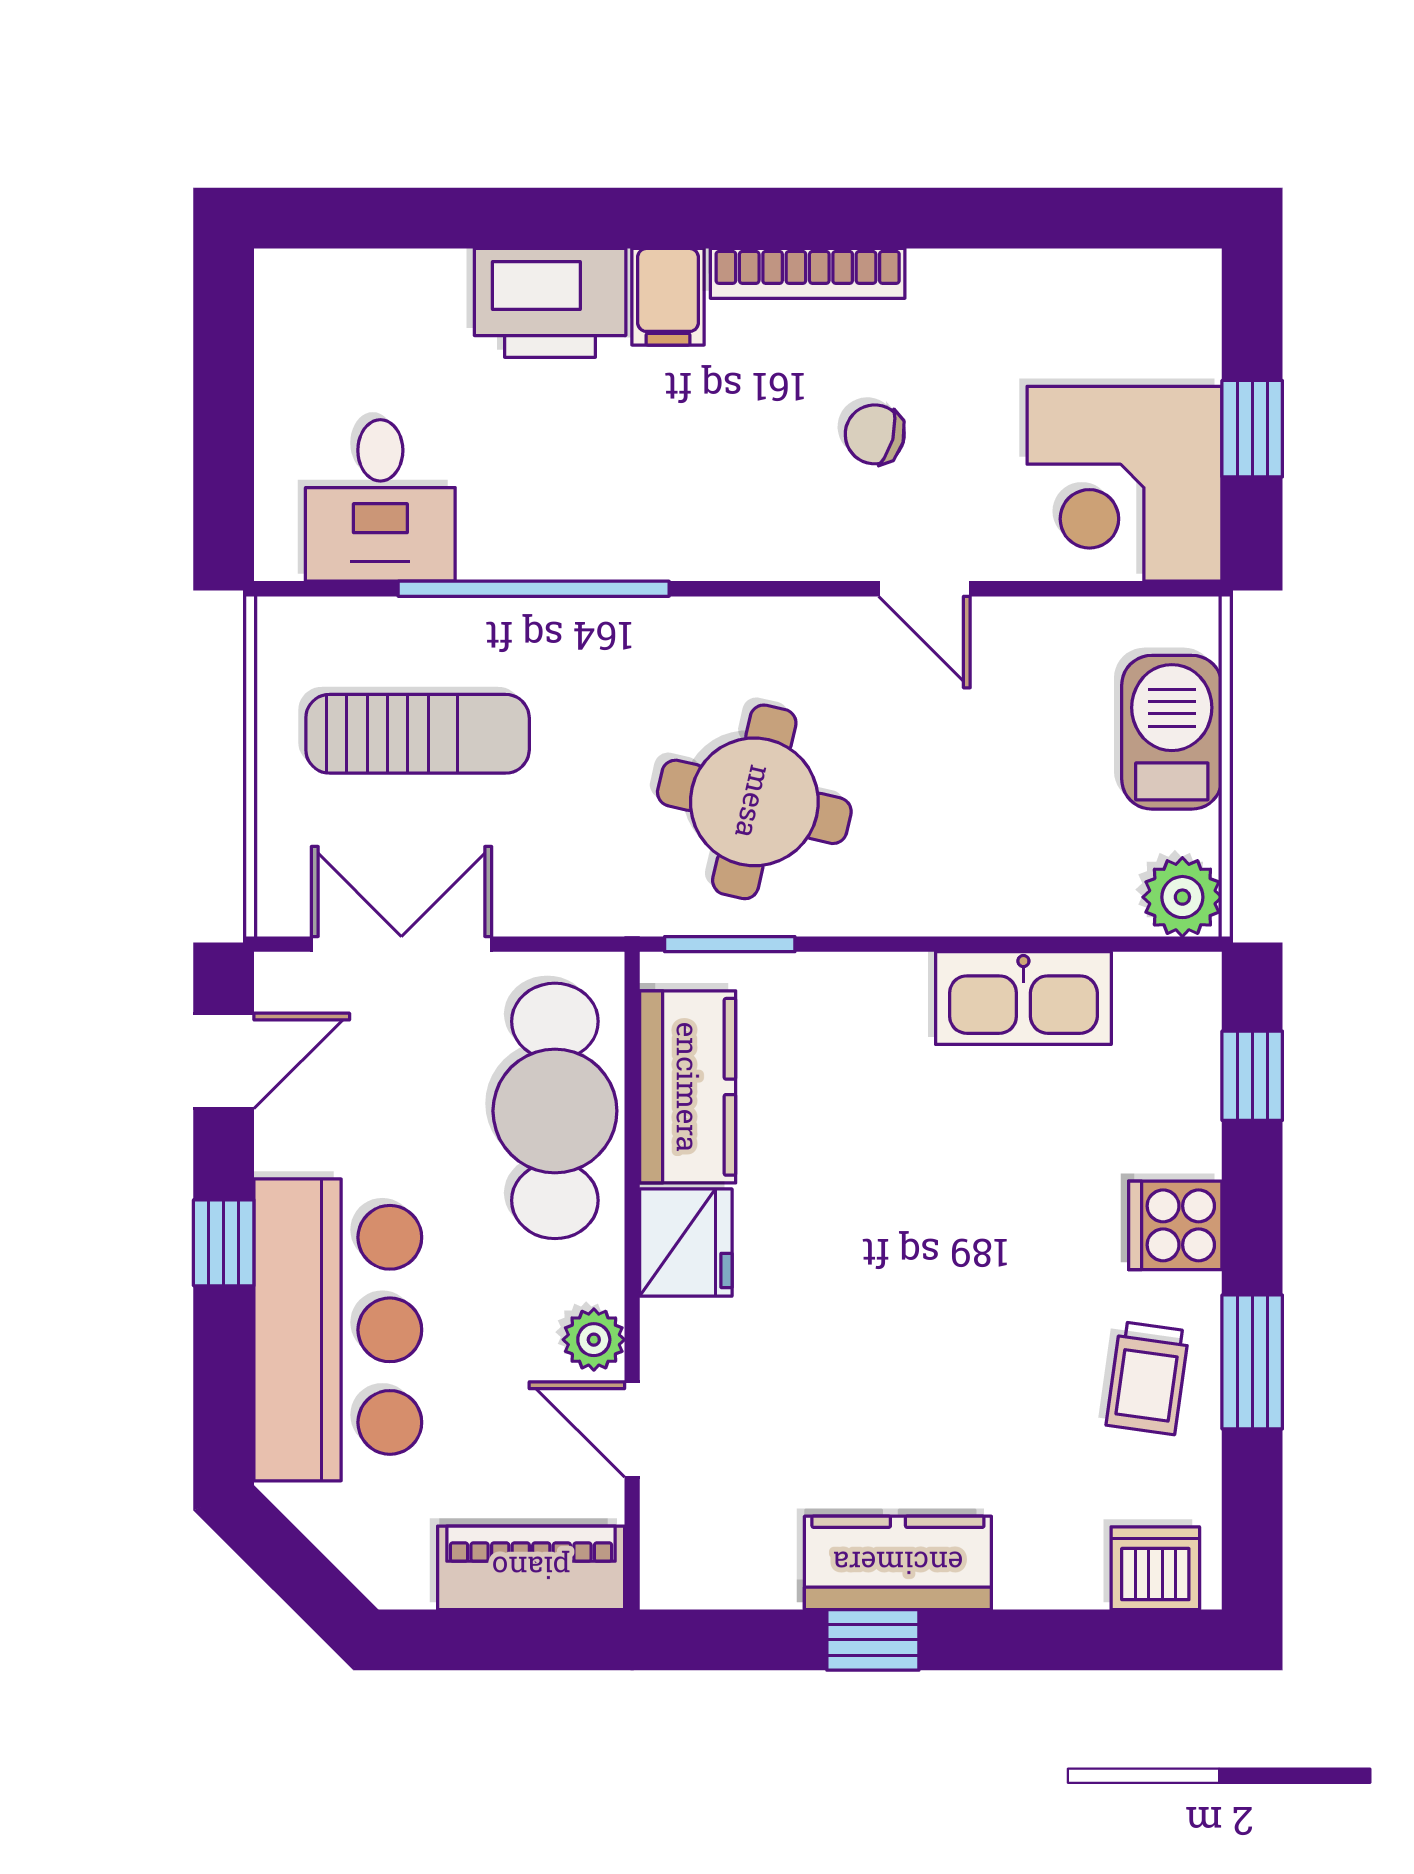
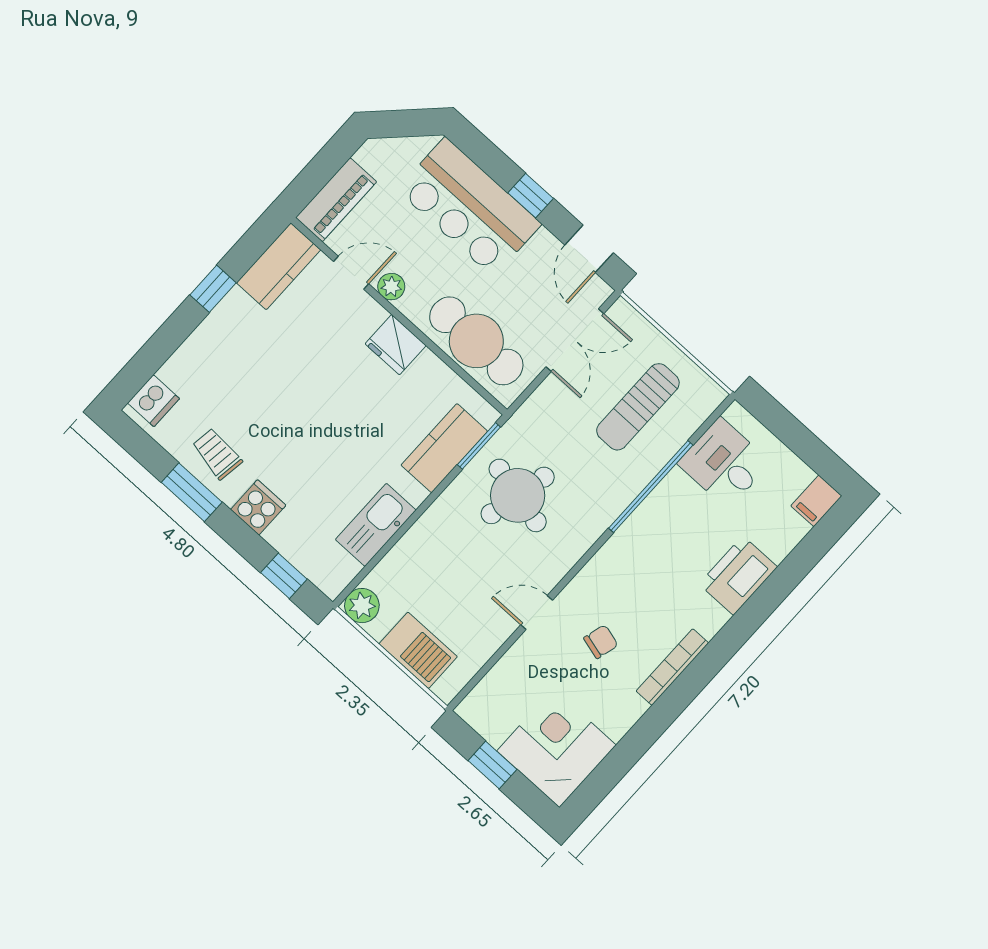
filing cabinet: (668, 297) -> (816, 501), moved, turned -90
corner desk: (1124, 484) -> (556, 748), moved
kitchen counter: (688, 1087) -> (444, 448), moved, turned 90
kitchen counter: (898, 1563) -> (279, 266), moved

